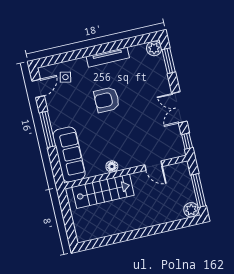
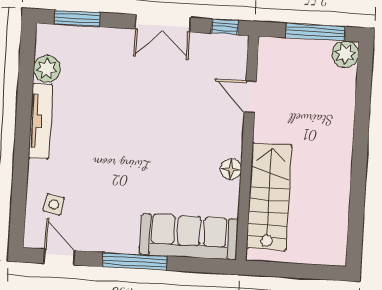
plant: (154, 48) -> (47, 69), moved
armchair: (107, 100) -> (113, 144), removed
door: (153, 166) -> (250, 97), swing flipped

